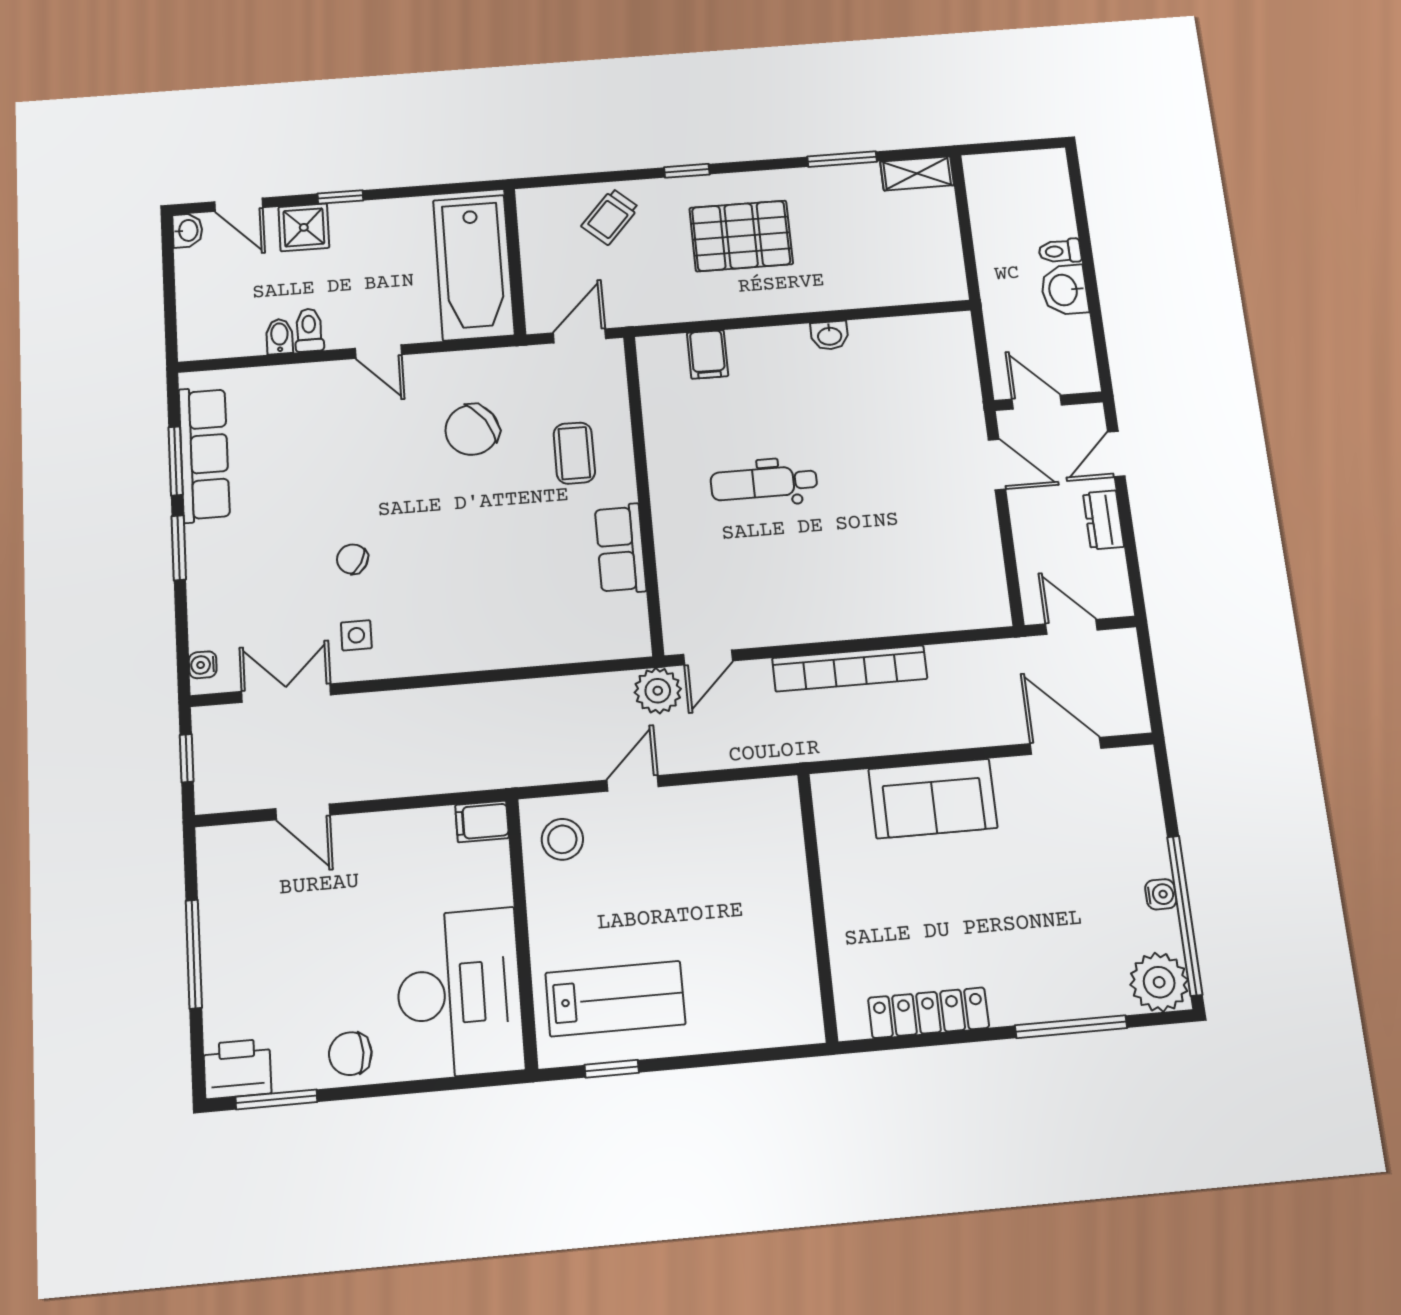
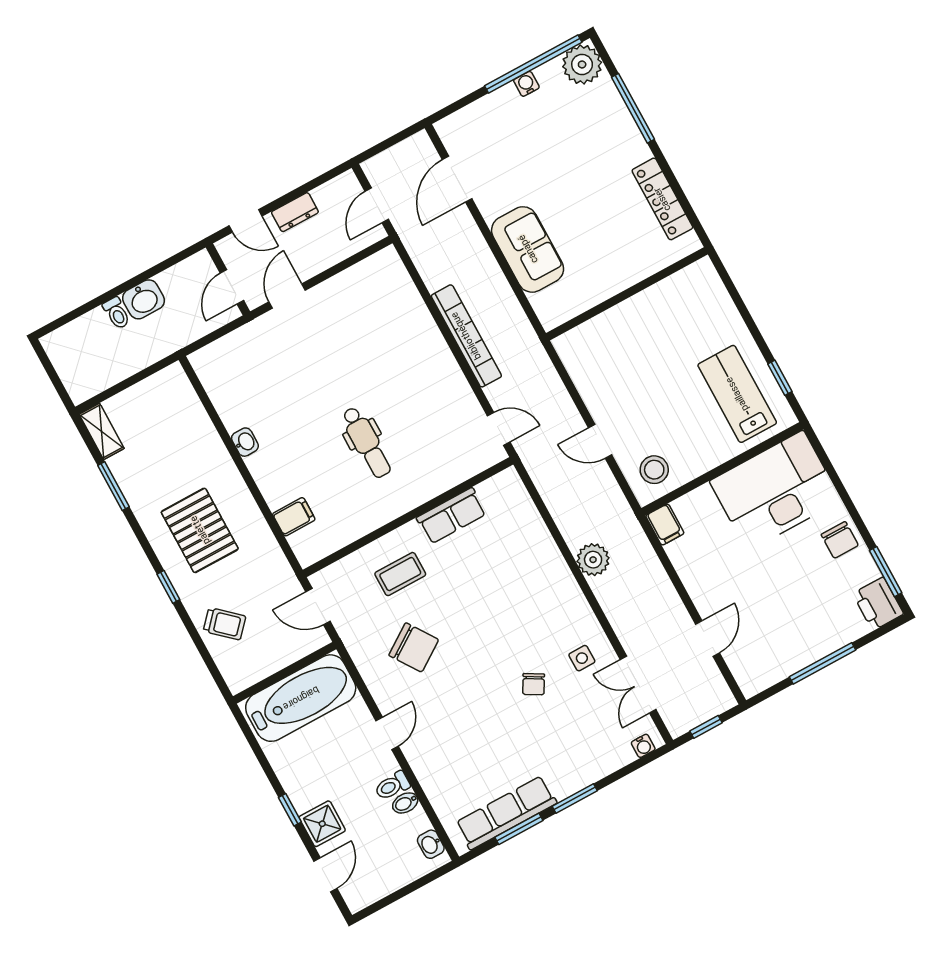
washbasin: (187, 230) -> (431, 844), moved, turned -90
plant: (658, 691) -> (593, 560), moved

